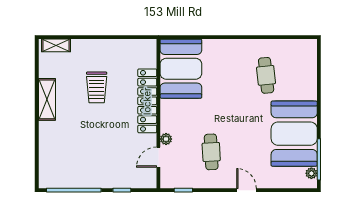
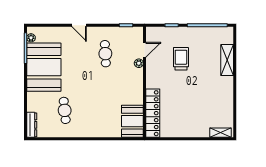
dresser: (310, 56) -> (32, 125), added
booth: (181, 69) -> (132, 121), width x0.73, depth x0.70
trolley: (97, 87) -> (181, 59), moved
shelving: (47, 99) -> (227, 60), moved
locker: (147, 101) -> (153, 113), moved

